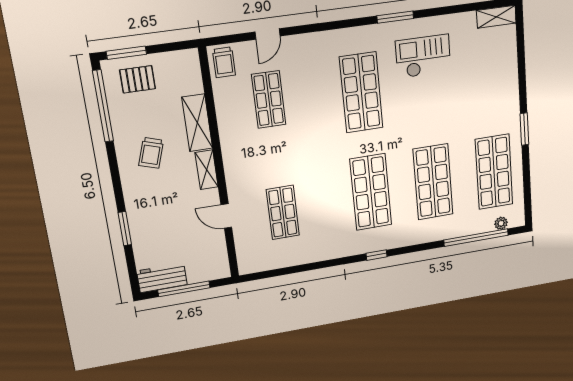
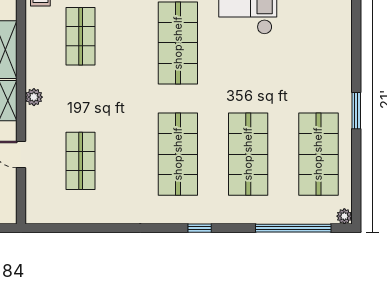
plant: (231, 163) -> (34, 97), added
plant: (501, 223) -> (344, 216), moved
window: (377, 255) -> (200, 228), moved

